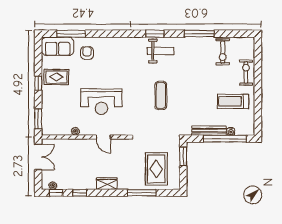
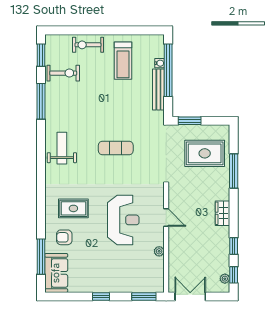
window: (155, 34) -> (41, 55), moved
rug: (56, 77) -> (73, 208), moved, turned 90
door: (103, 137) -> (166, 217), hinge flipped

